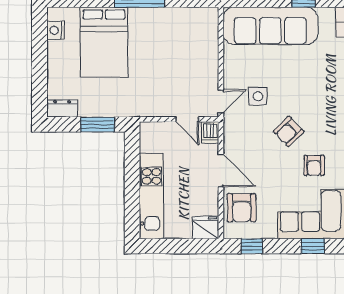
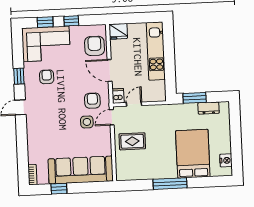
rug: (192, 65) -> (132, 141), added
dresser: (62, 109) -> (209, 108), moved
door: (187, 119) -> (134, 104), hinge flipped
armchair: (289, 132) -> (92, 101), moved, turned -46
window: (252, 246) -> (71, 21), moved

